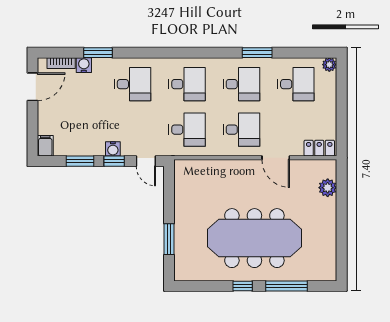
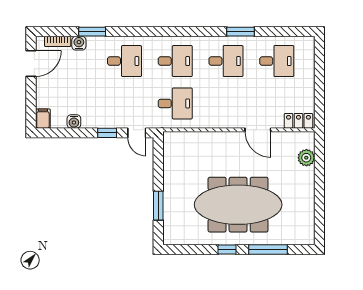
plant: (329, 65) -> (308, 43), removed
desk: (241, 130) -> (226, 103), removed
water cooler: (113, 149) -> (74, 121), moved
window: (80, 161) -> (75, 133), removed

